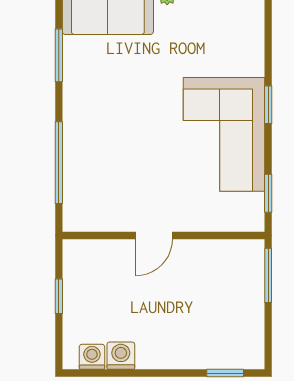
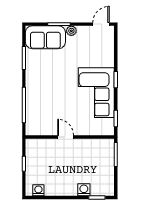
door: (154, 236) -> (66, 137), swing flipped
washing machine: (121, 356) -> (84, 190), moved

